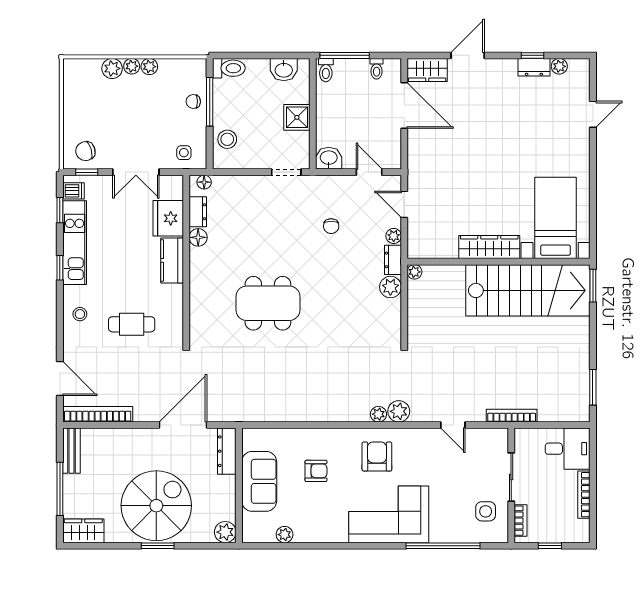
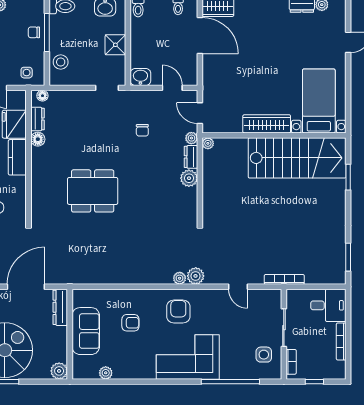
bed with nightstands: (556, 218) -> (319, 101), moved
wardrobe: (489, 247) -> (267, 124), moved
wall: (499, 262) -> (274, 135), moved
plant: (414, 272) -> (208, 143), moved
stairs: (528, 290) -> (297, 158), moved

